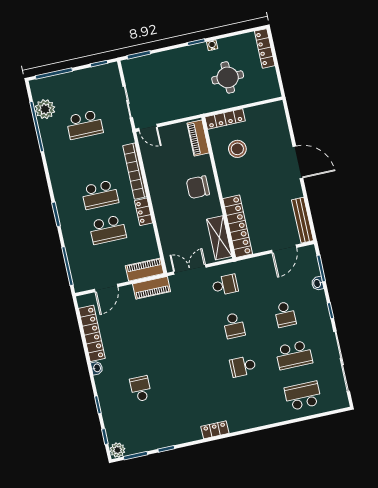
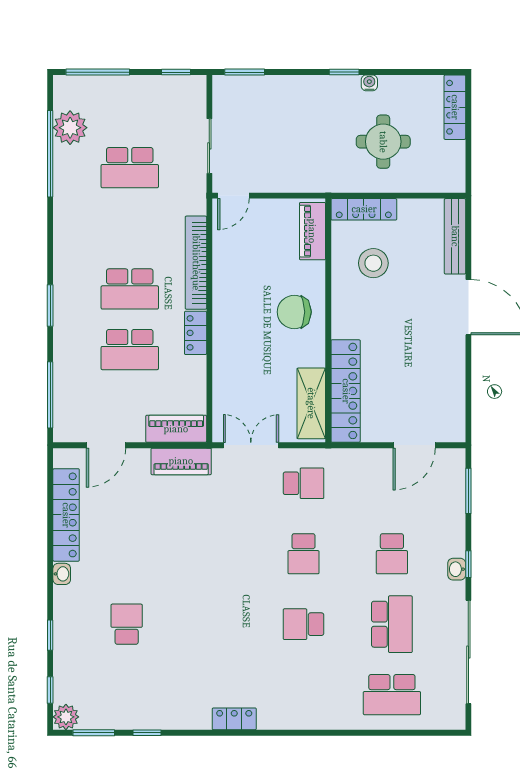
door: (148, 128) -> (233, 196), hinge flipped
bench: (302, 220) -> (455, 236), moved
washbasin: (317, 283) -> (457, 569), moved
school desk: (294, 355) -> (392, 624), turned -90
school desk: (303, 396) -> (392, 695), turned 180

